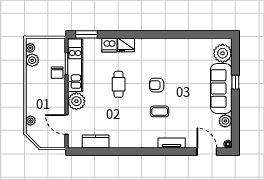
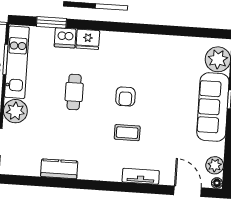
window: (87, 34) -> (51, 22), moved
armchair: (157, 85) -> (125, 96), turned -90
plant: (225, 121) -> (215, 165), moved
kitchen counter: (96, 141) -> (59, 169), moved

